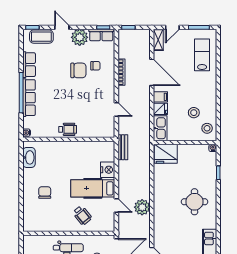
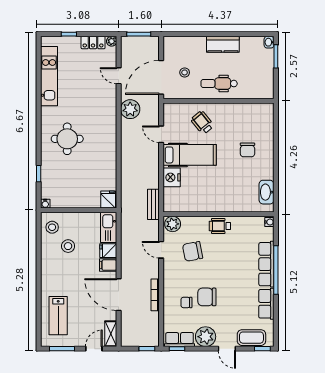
chair: (90, 108) -> (193, 251), added
plant: (107, 131) -> (173, 224), added
fridge: (166, 154) -> (108, 200), width x0.53, depth x0.75
plant: (142, 207) -> (130, 109), moved

